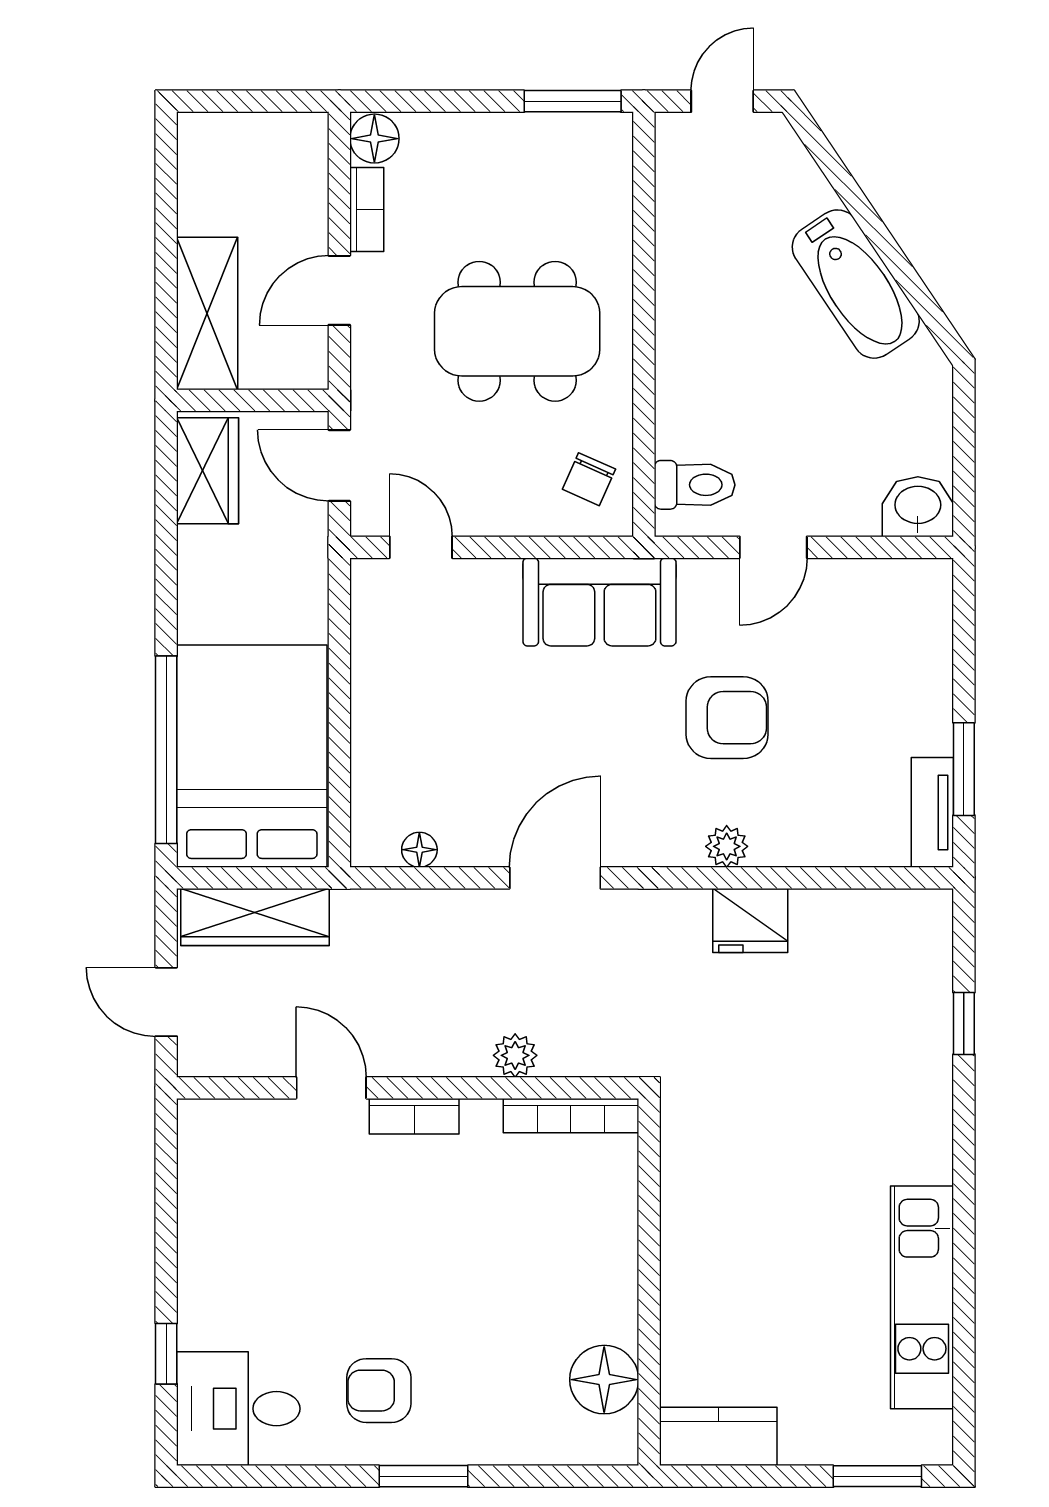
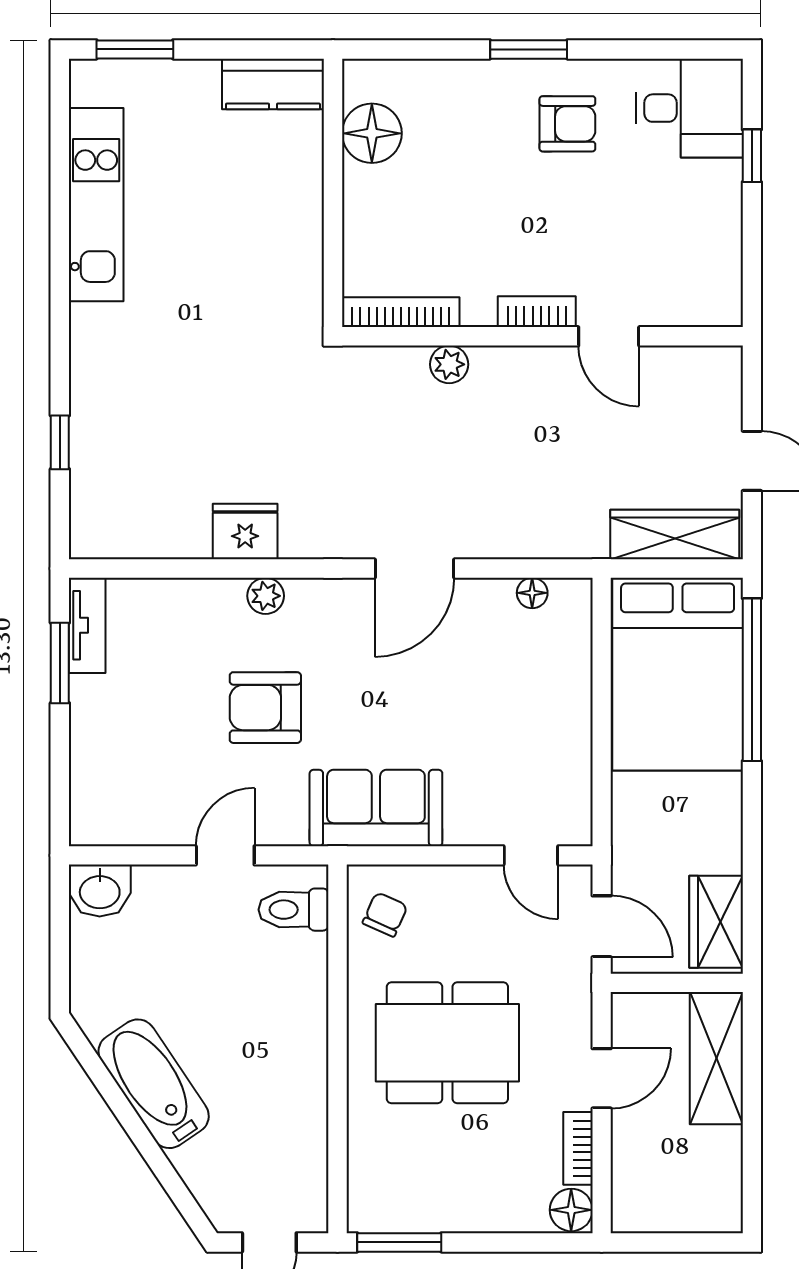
plant: (515, 1055) -> (449, 364), moved
door: (331, 1088) -> (609, 336), moved
wall: (408, 1088) -> (542, 336), moved
bookcase: (414, 1116) -> (537, 312), moved
bookcase: (571, 1116) -> (401, 312), moved

